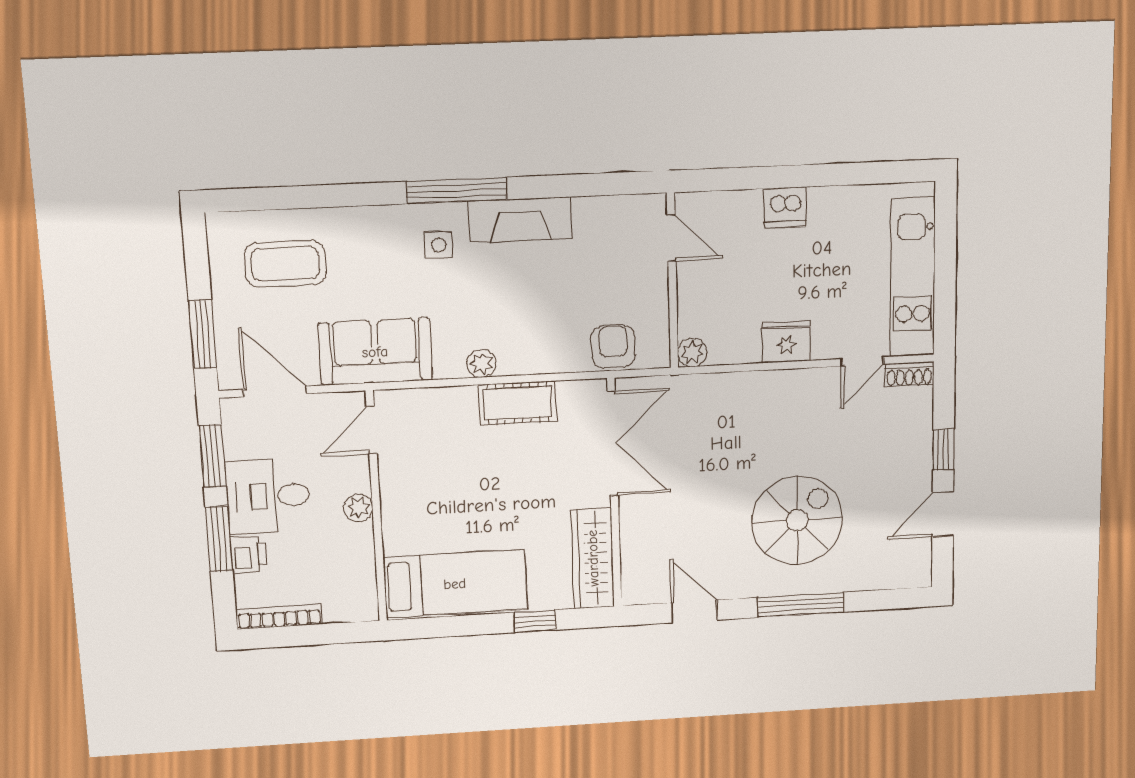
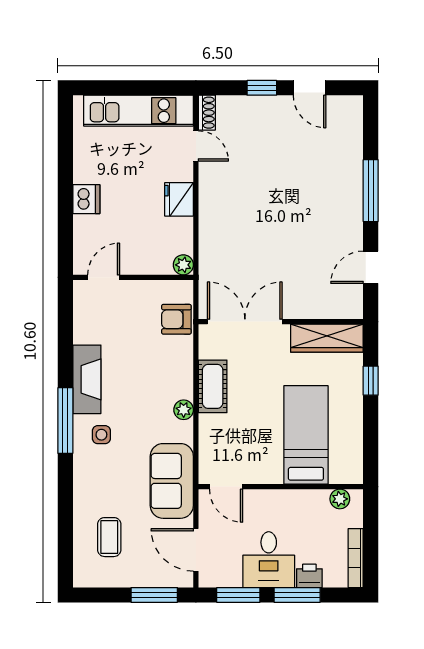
coffee table: (285, 264) -> (109, 537), width x0.73, depth x0.77
door: (275, 392) -> (196, 550), hinge flipped
plant: (358, 508) -> (340, 499), moved
spiral stairs: (797, 520) -> (308, 193), removed
bed: (455, 584) -> (306, 435), moved

